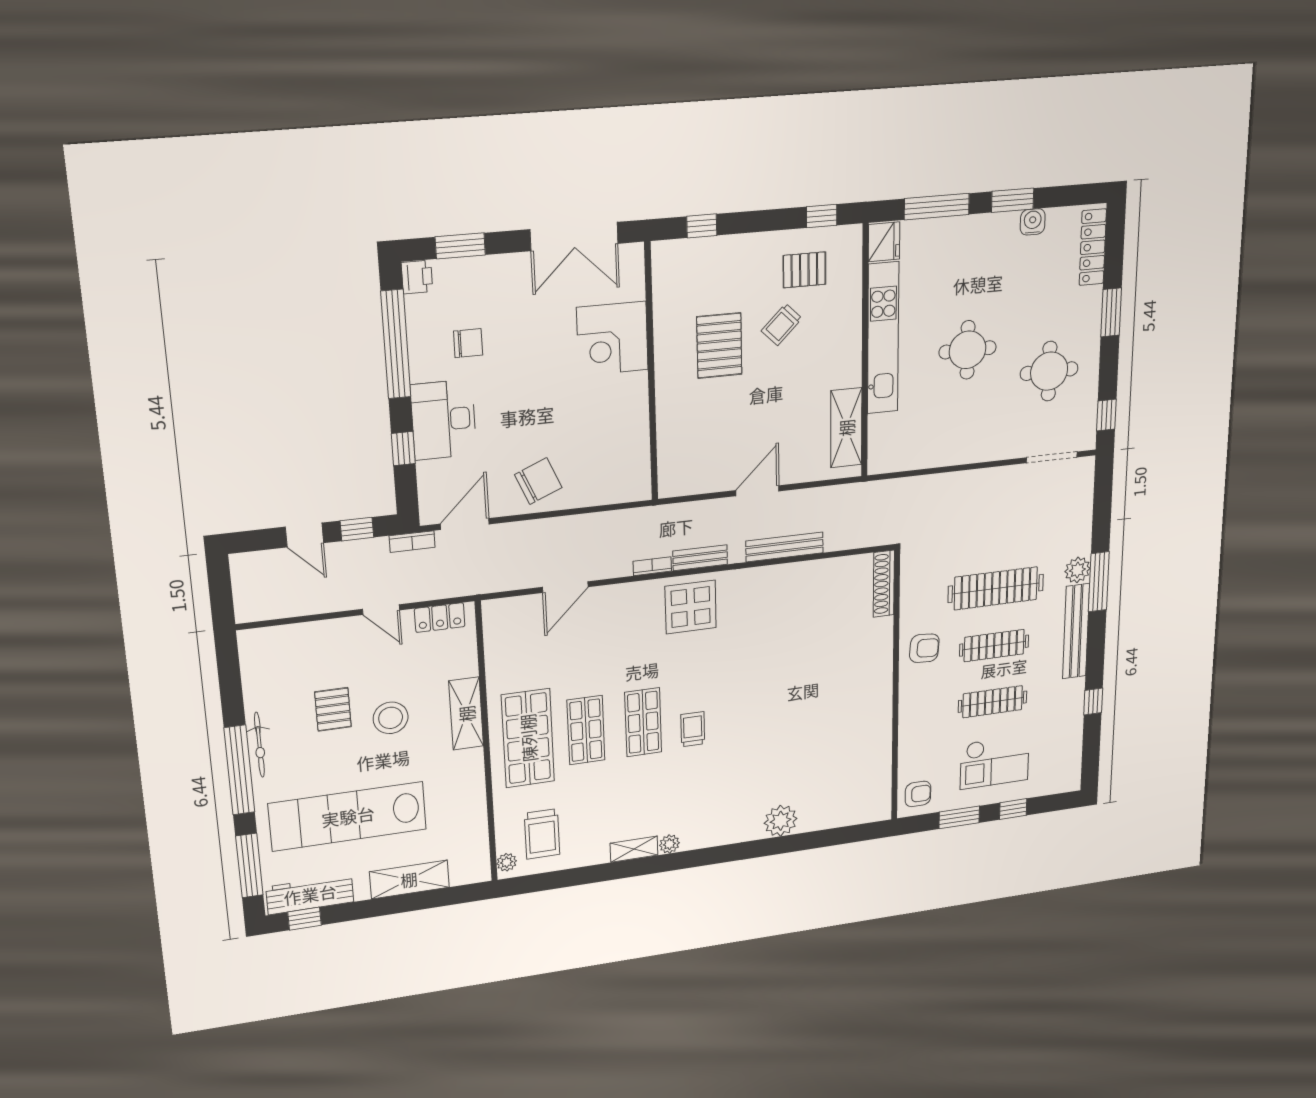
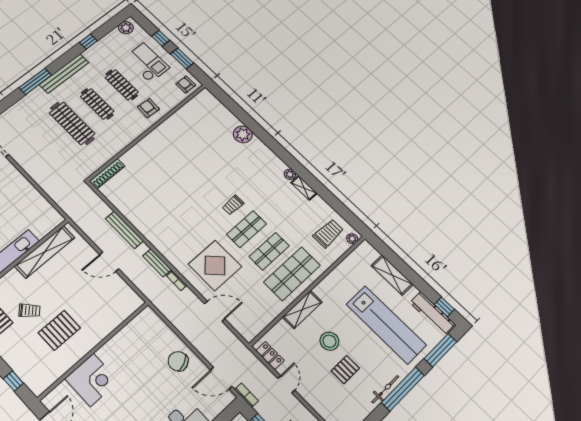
shelving: (846, 428) -> (45, 252), width x1.47
plant: (1077, 570) -> (126, 28), moved
display table: (691, 607) -> (215, 265), moved, width x1.36, depth x1.36
armchair: (924, 648) -> (148, 108), moved

